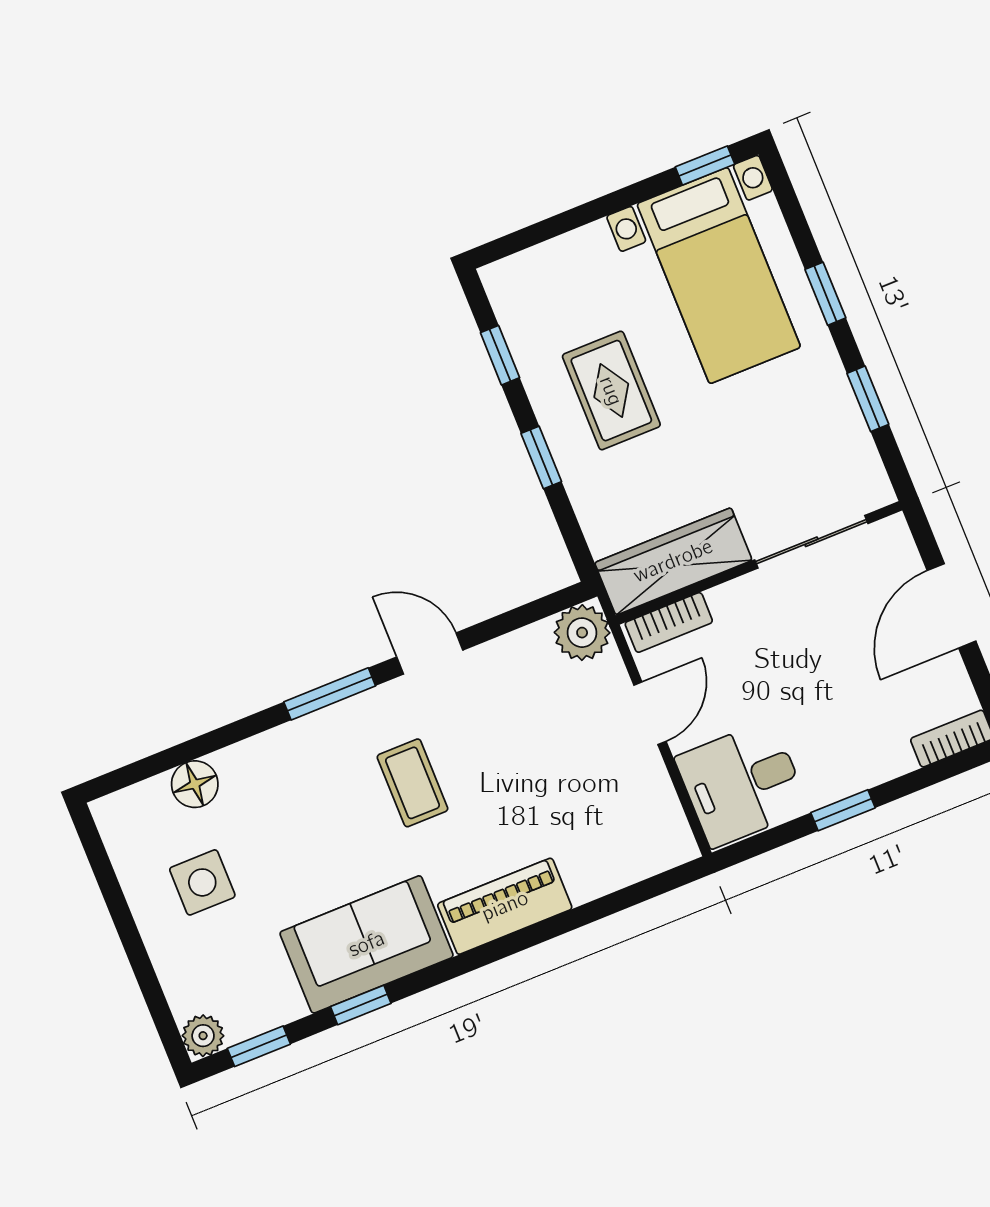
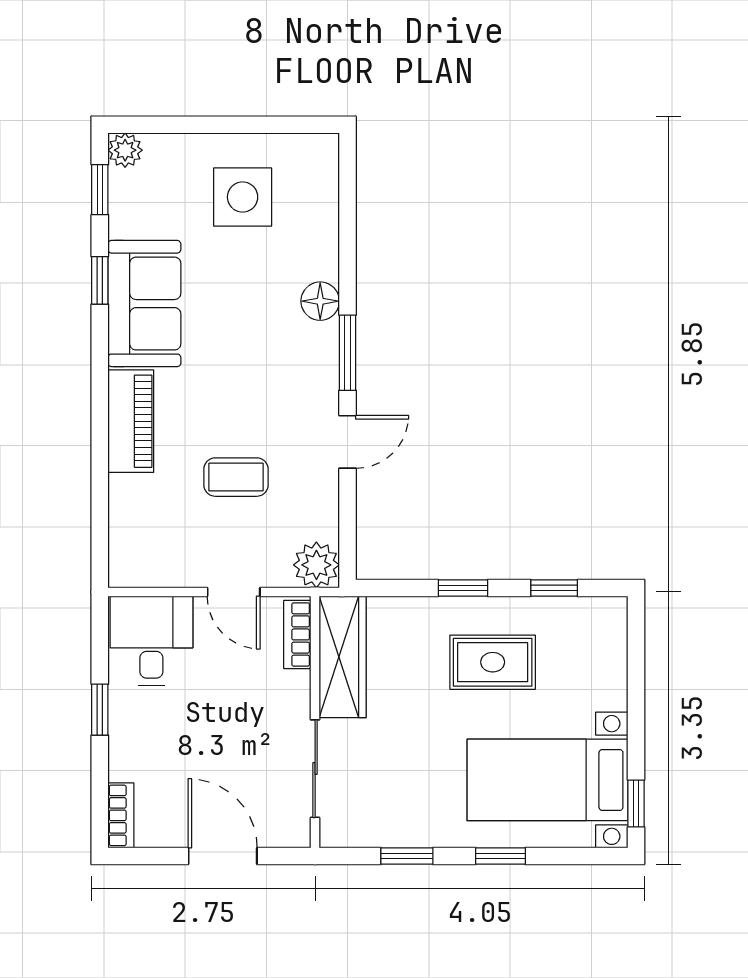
coffee table: (413, 783) -> (236, 477), moved
floor lamp: (195, 784) -> (320, 301), moved
side table: (202, 882) -> (243, 197), width x1.37, depth x1.37

